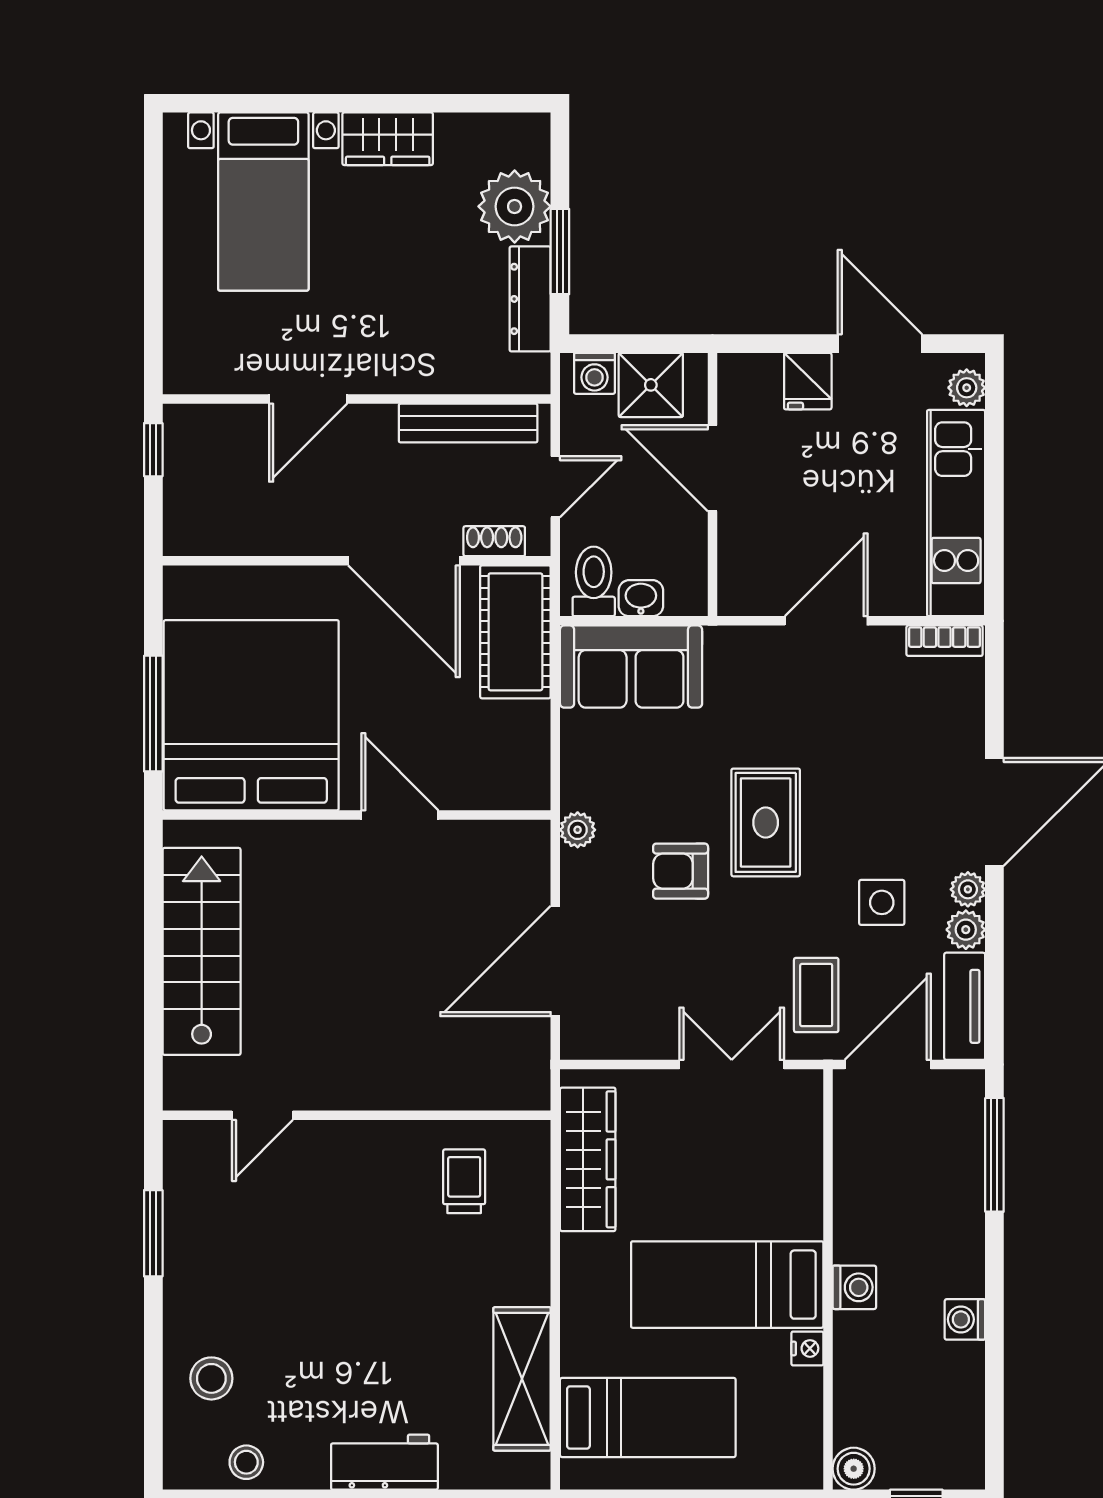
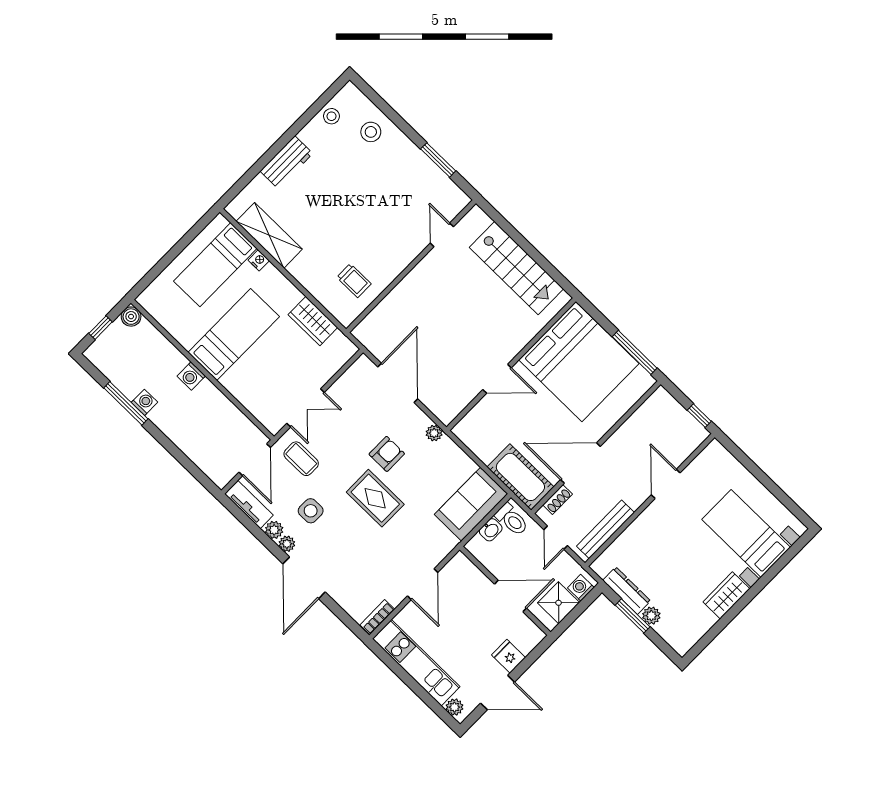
plant: (515, 206) -> (651, 616), width x0.53, depth x0.53
window: (153, 714) -> (635, 352), moved
window: (994, 1155) -> (126, 403), moved
wardrobe: (588, 1159) -> (313, 321), width x0.67
nightstand: (807, 1348) -> (259, 260), moved, turned 180

